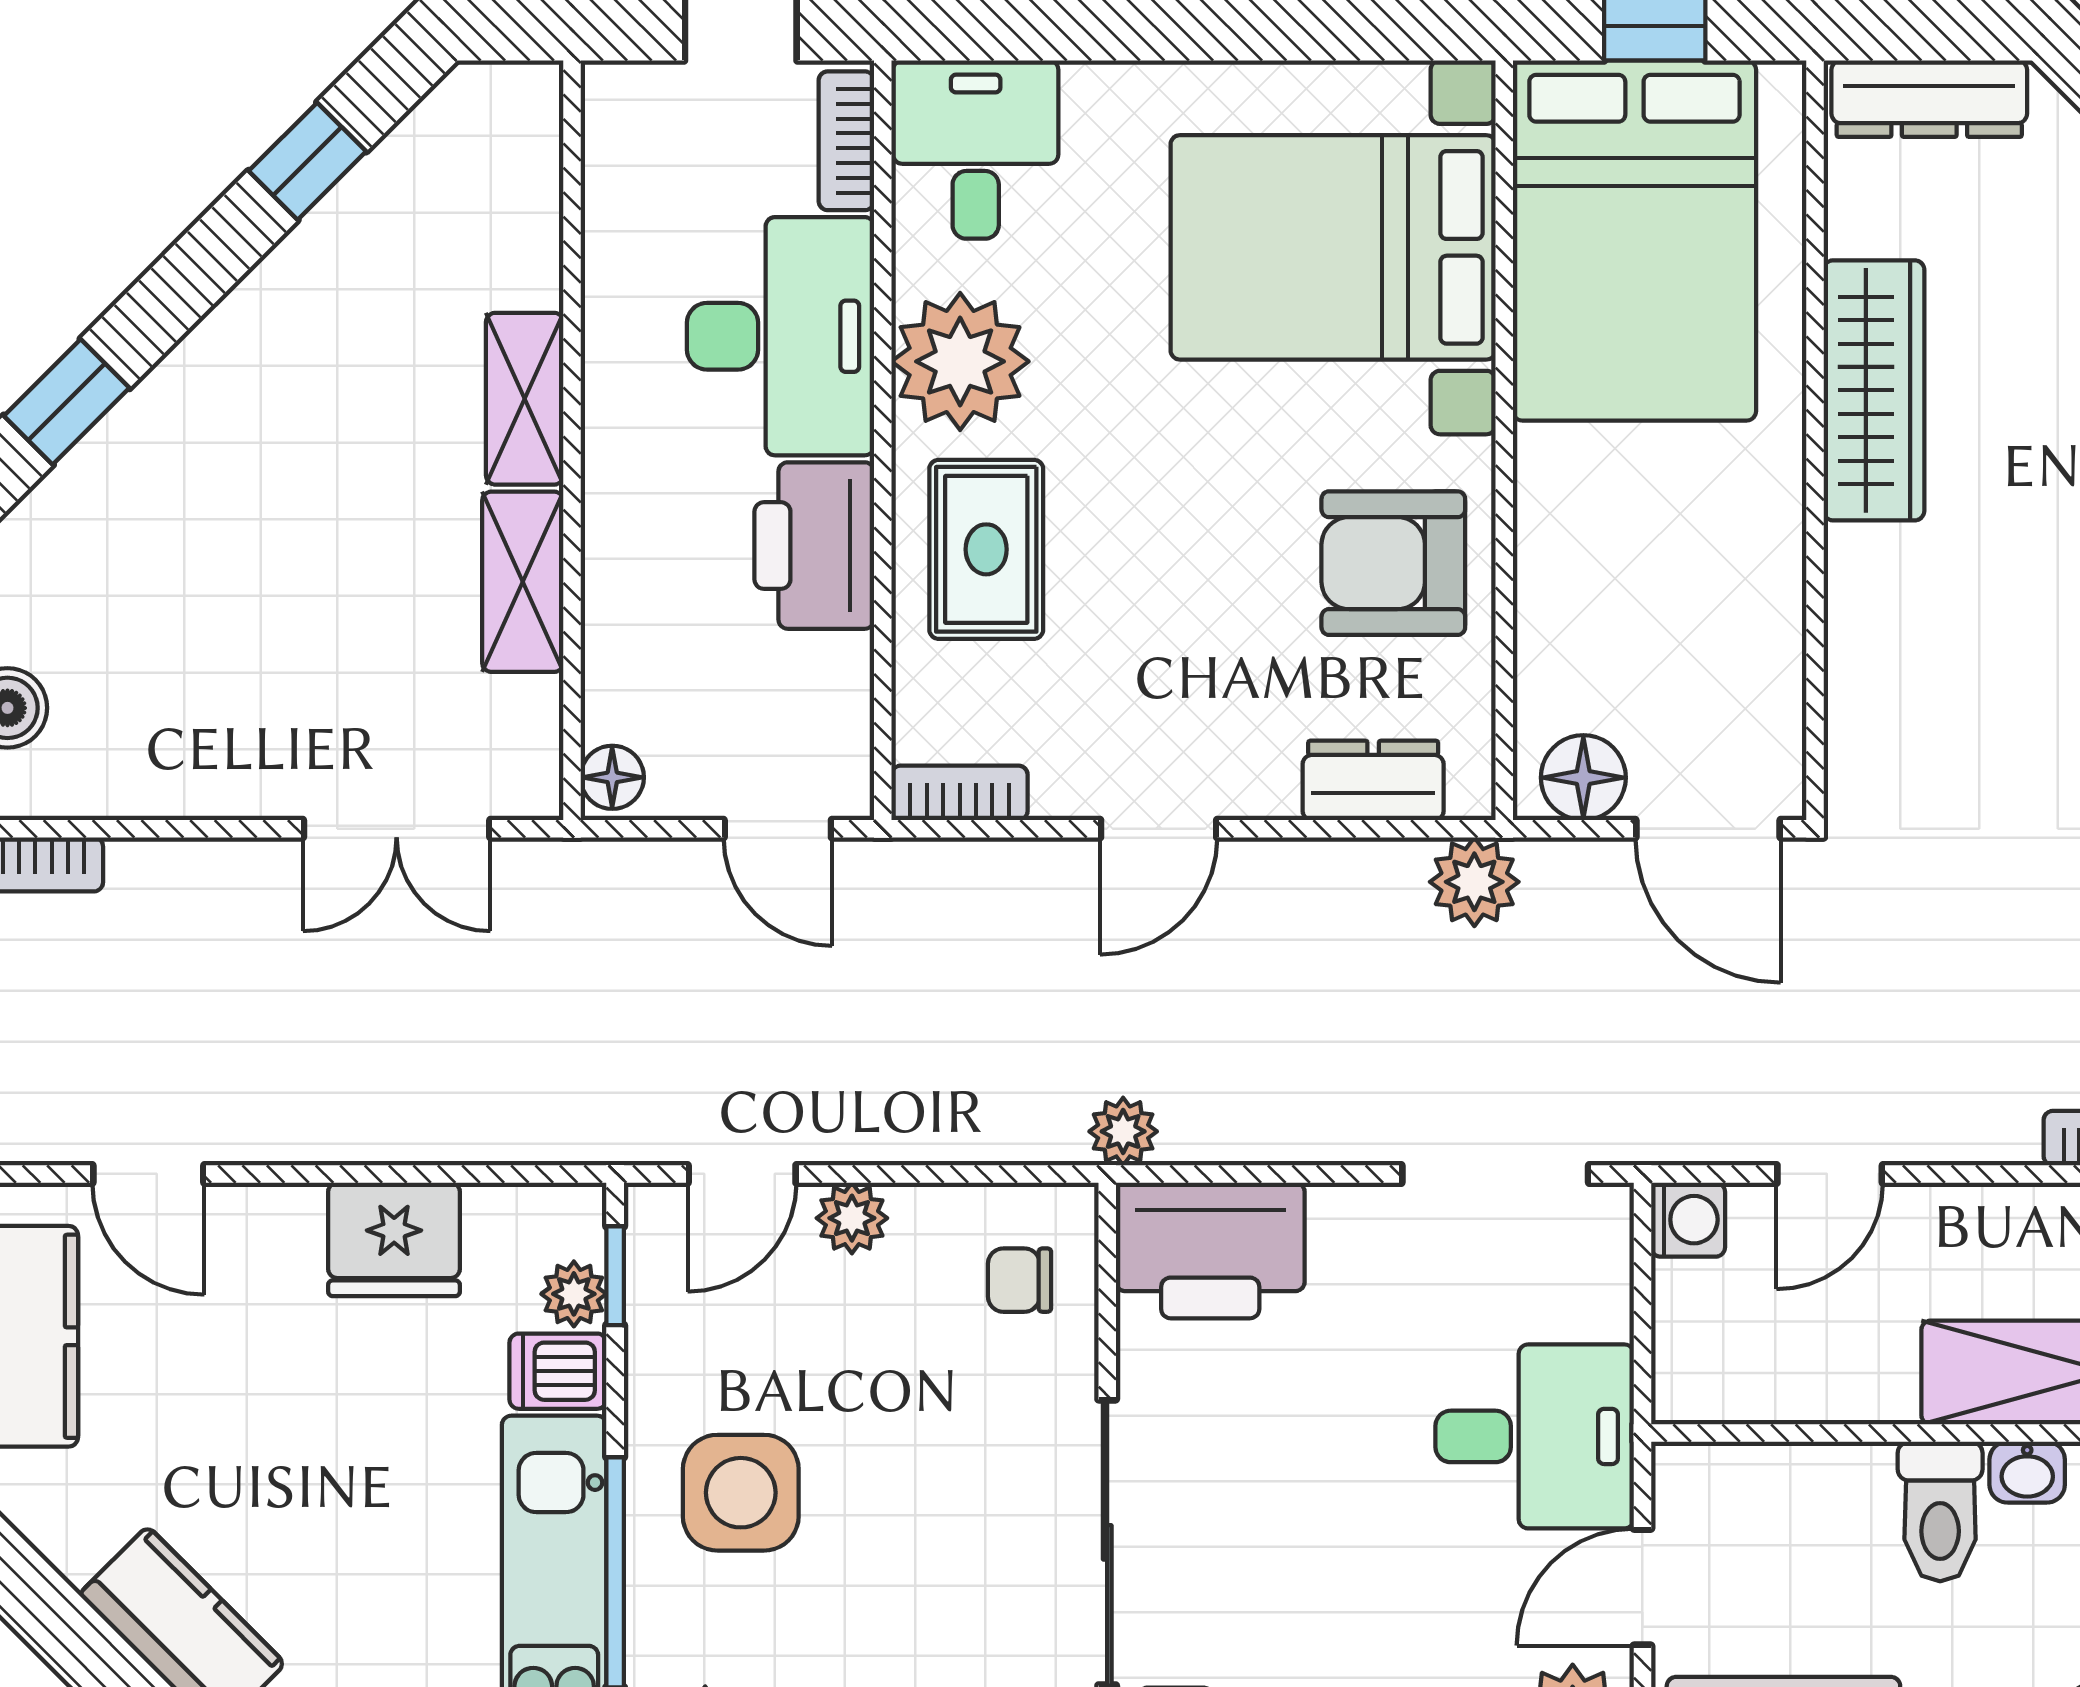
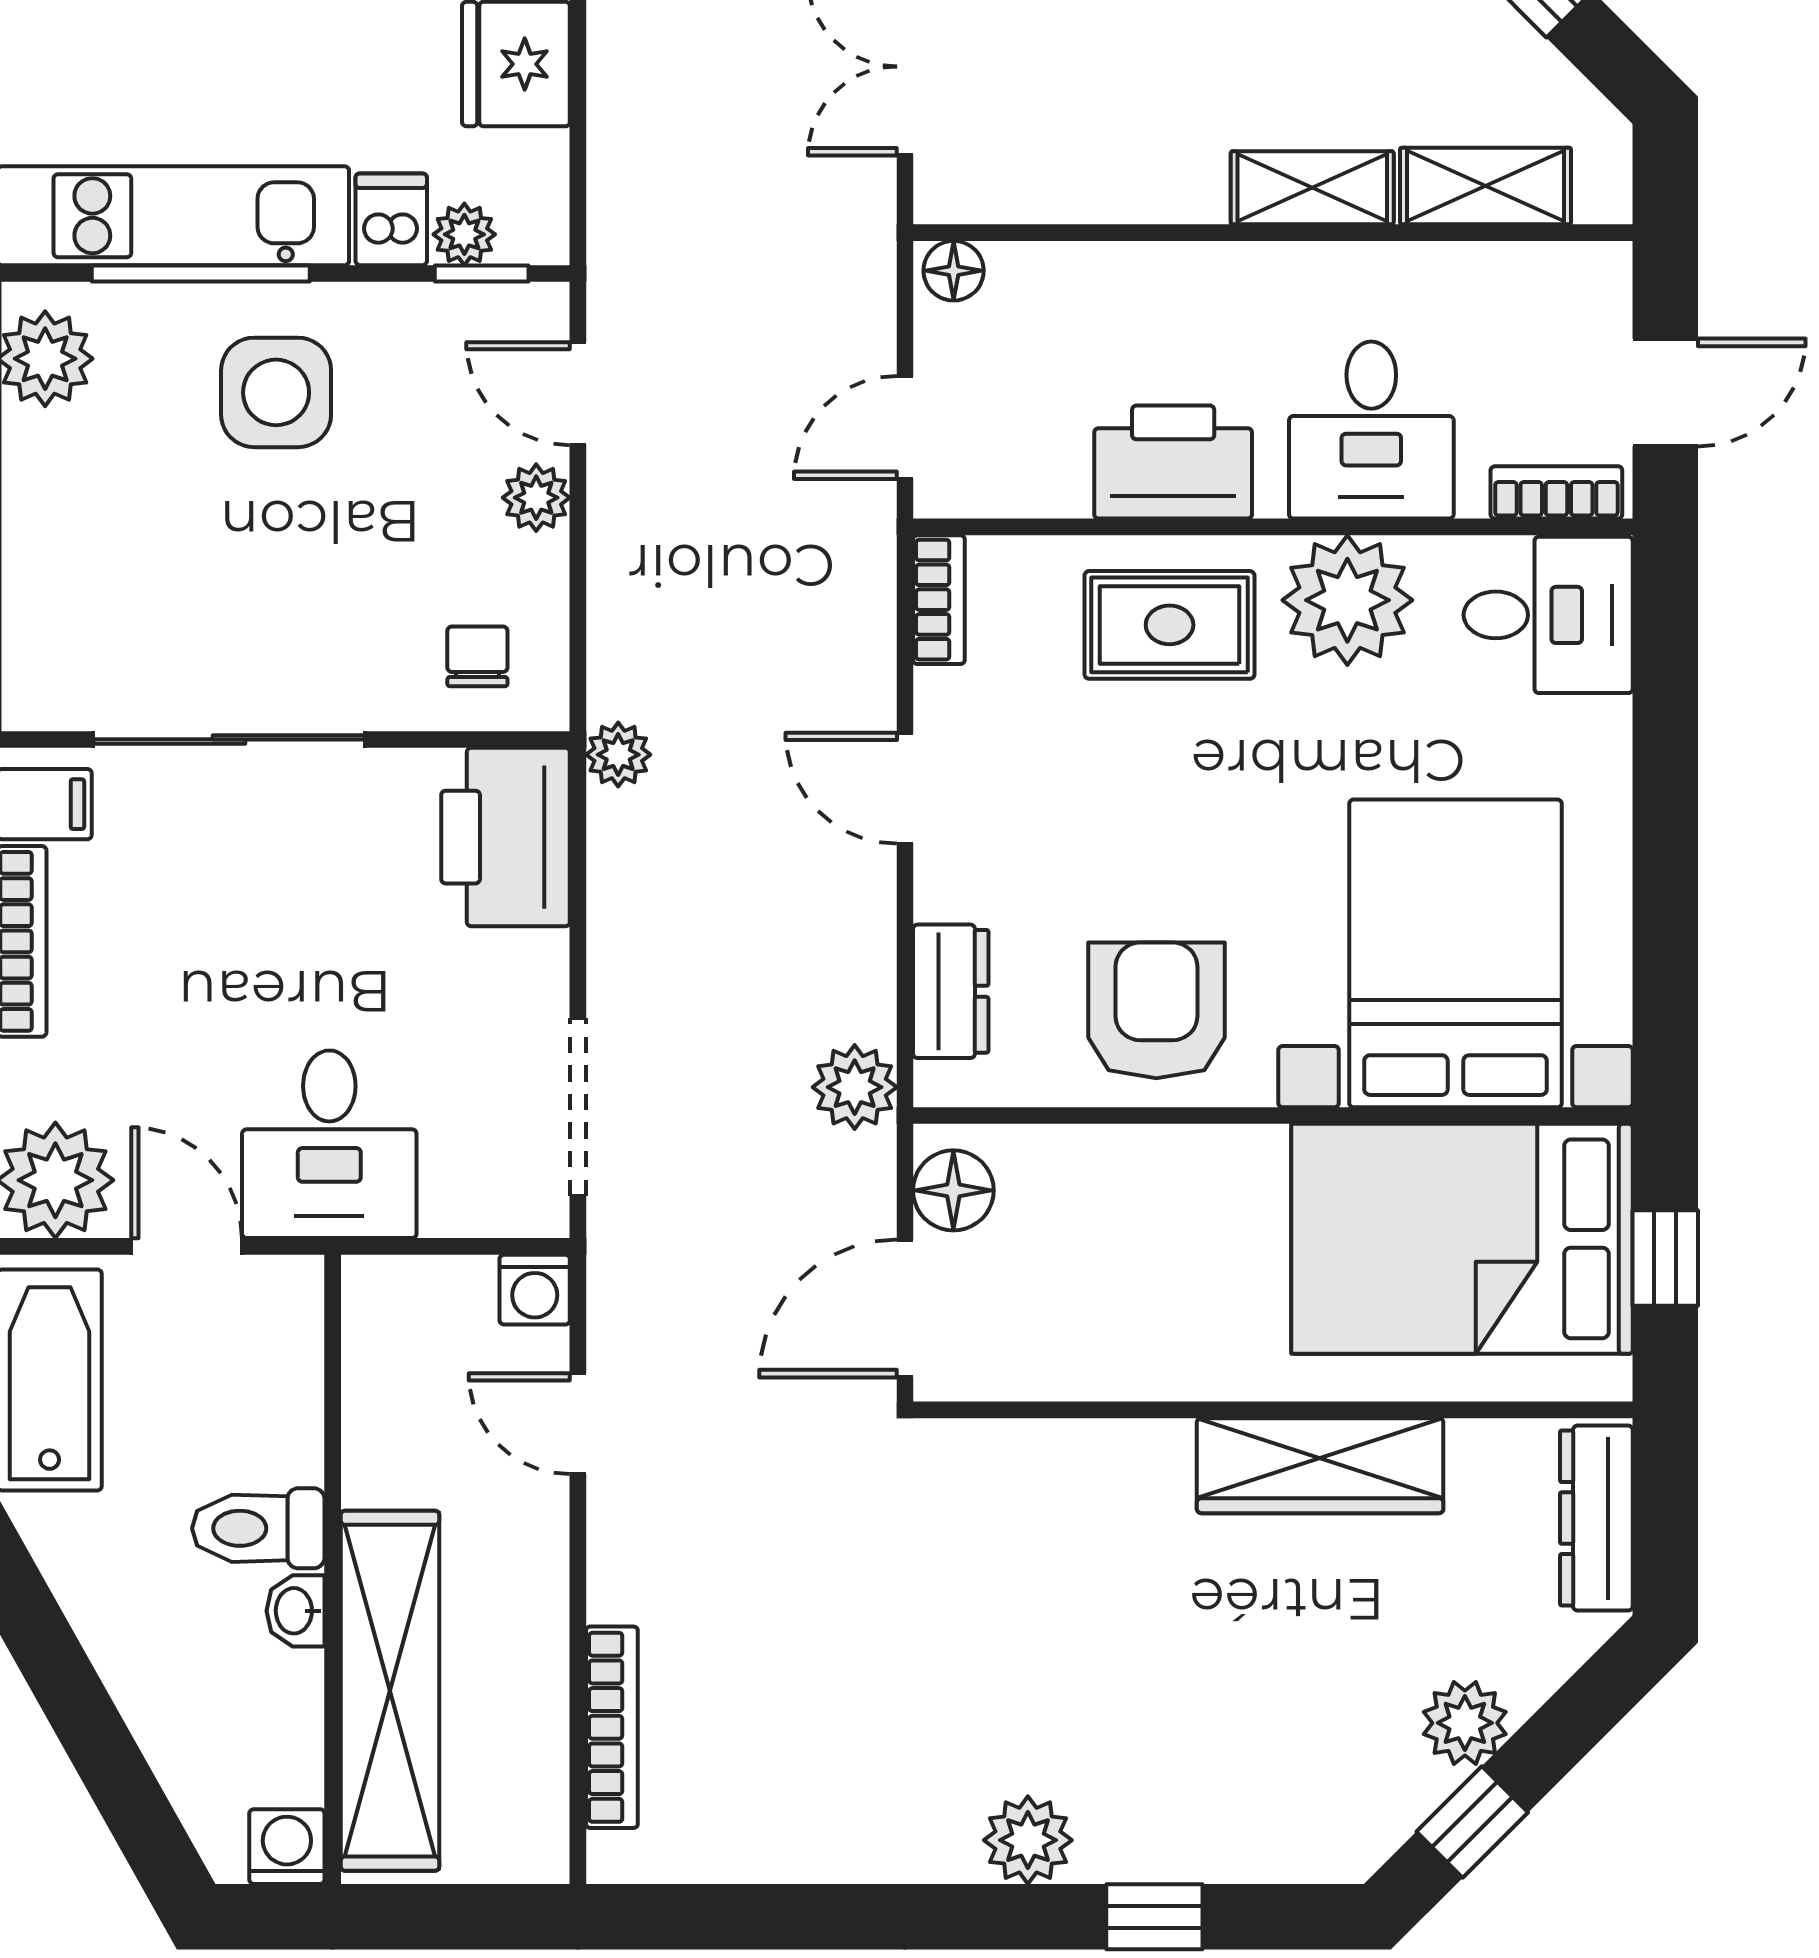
desk: (781, 336) -> (1371, 430), width x0.73
shelving: (523, 582) -> (1486, 186), moved

